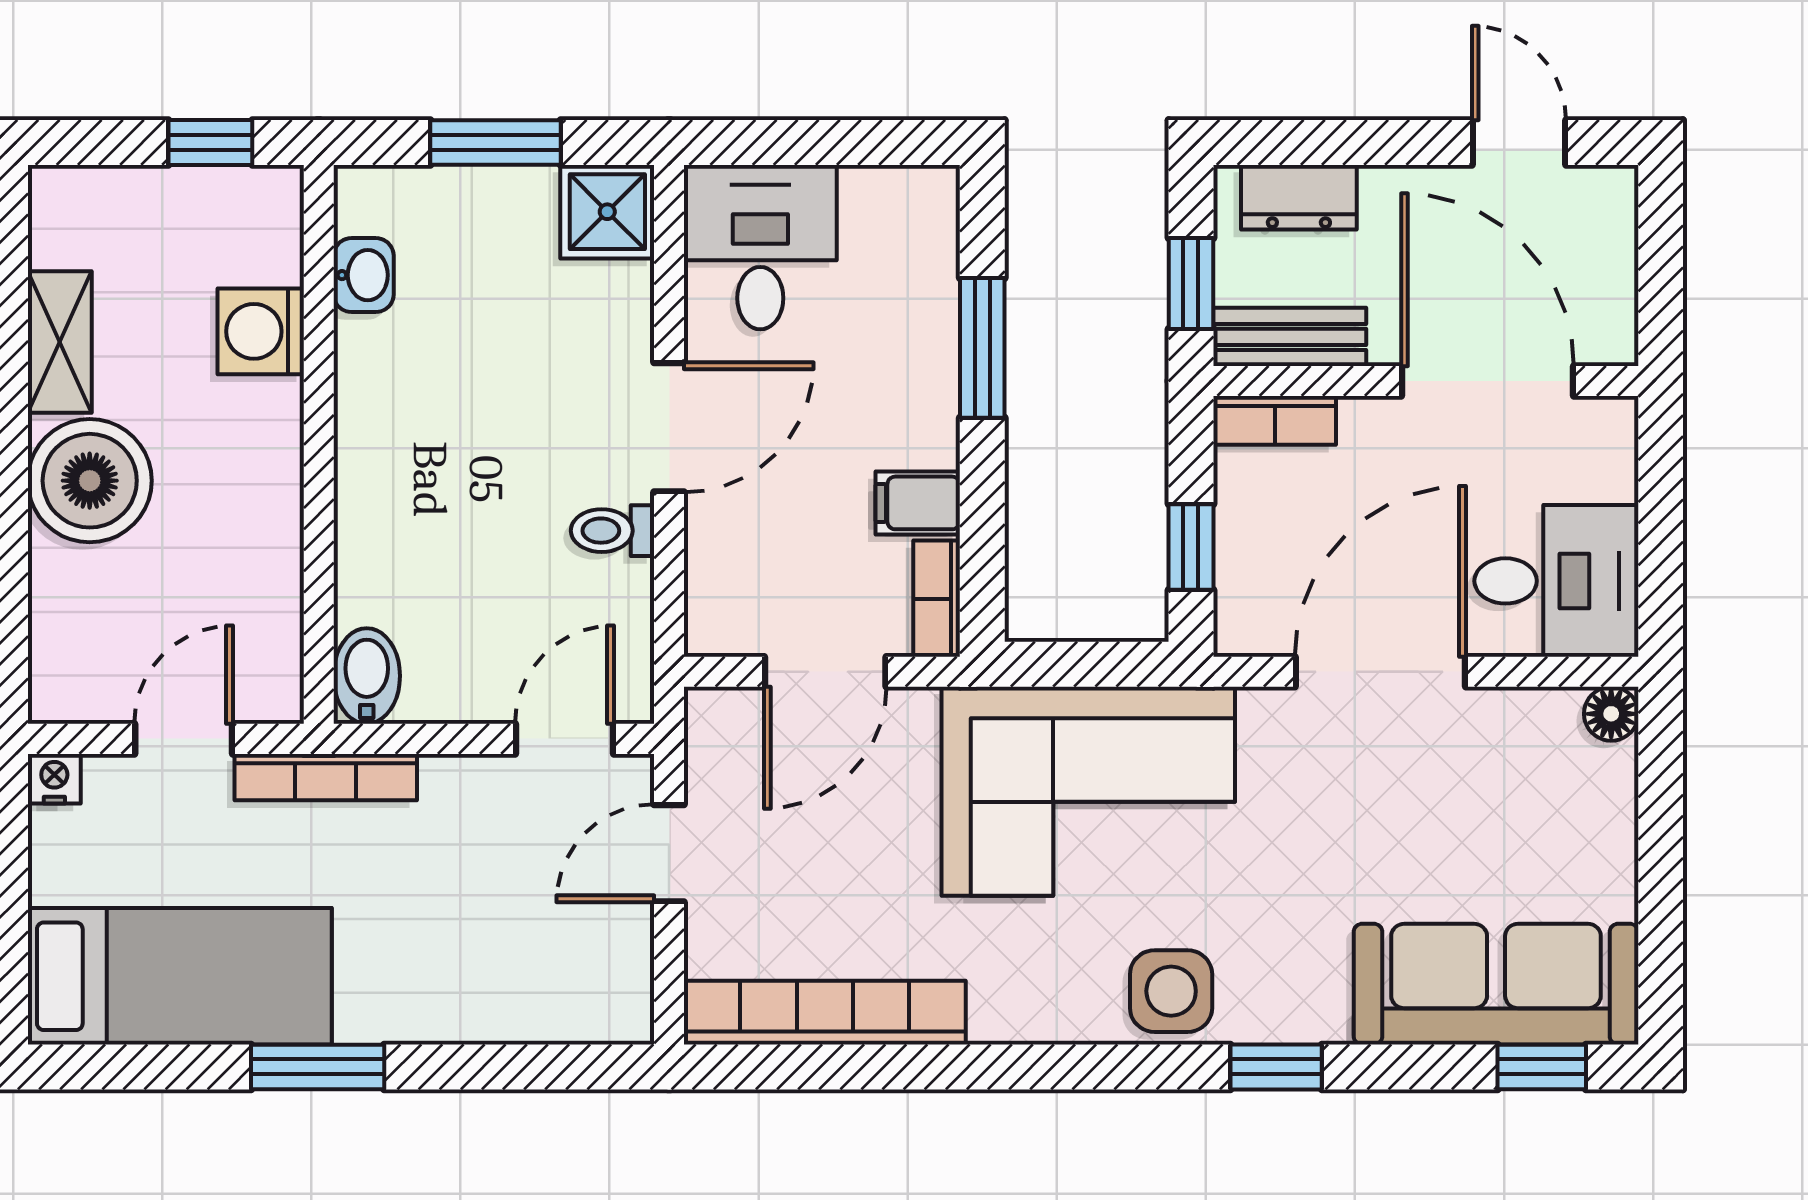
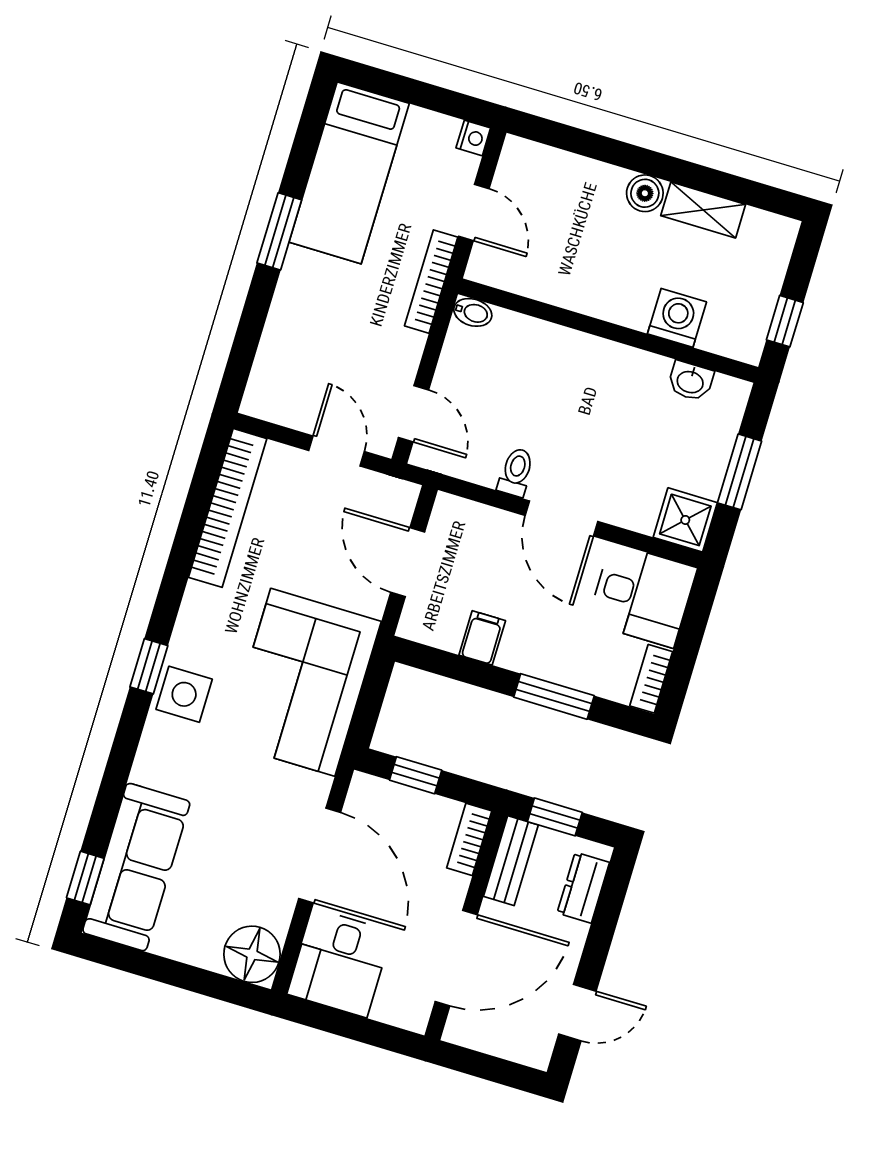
boiler: (90, 481) -> (645, 193), width x0.54, depth x0.54
bookcase: (937, 599) -> (651, 679), moved, turned -90
bidet: (367, 676) -> (473, 312), width x0.72, depth x0.74
floor lamp: (1611, 714) -> (252, 954), width x1.89, depth x1.89
window: (1276, 1067) -> (149, 666), moved

